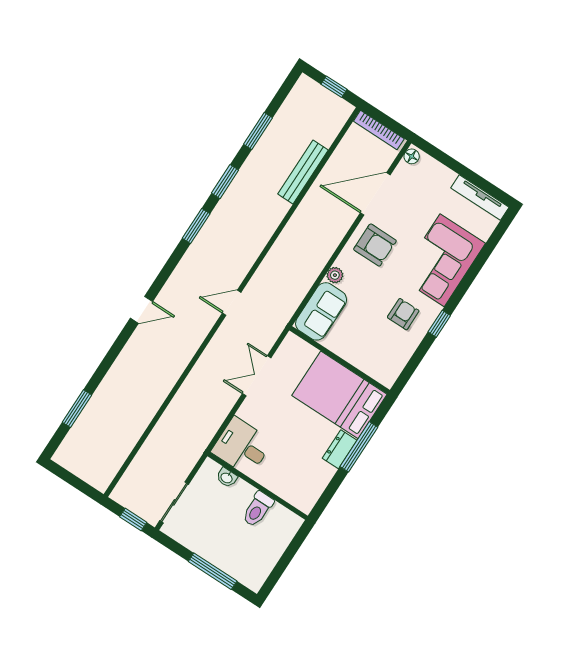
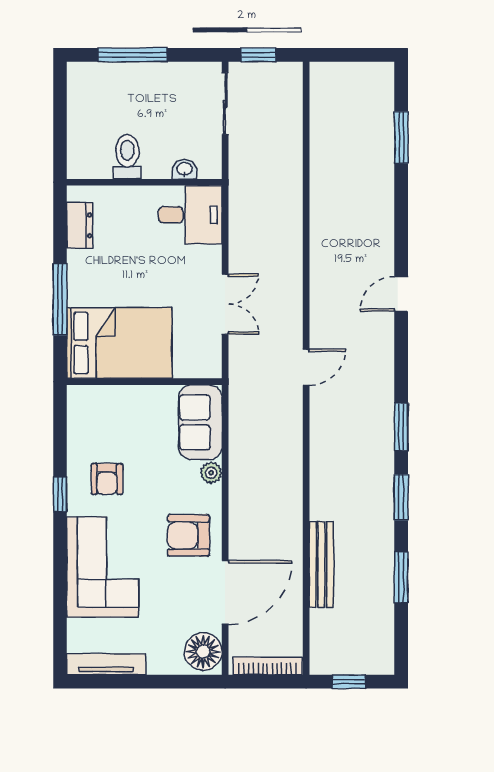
floor lamp: (412, 156) -> (203, 652), width x1.89, depth x1.89
dresser: (340, 449) -> (80, 225), moved

